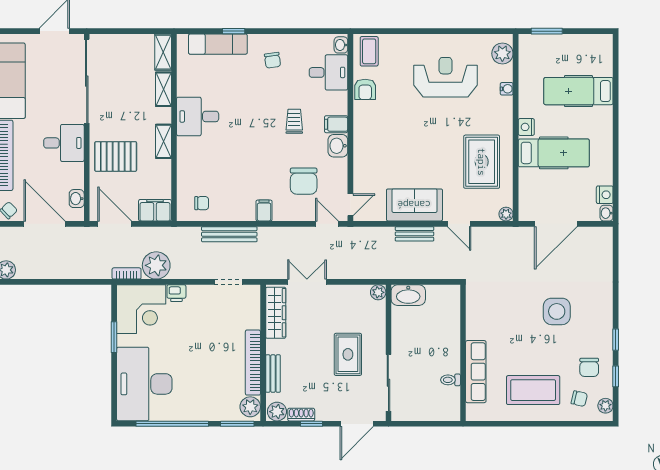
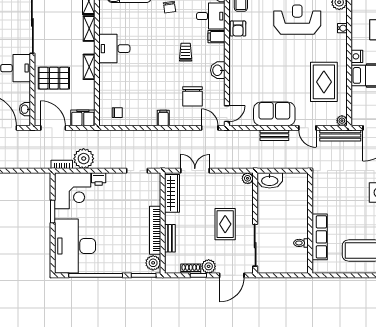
filing cabinet: (336, 124) -> (216, 37), moved
bench: (229, 234) -> (340, 136), moved
plant: (277, 412) -> (209, 266), moved

